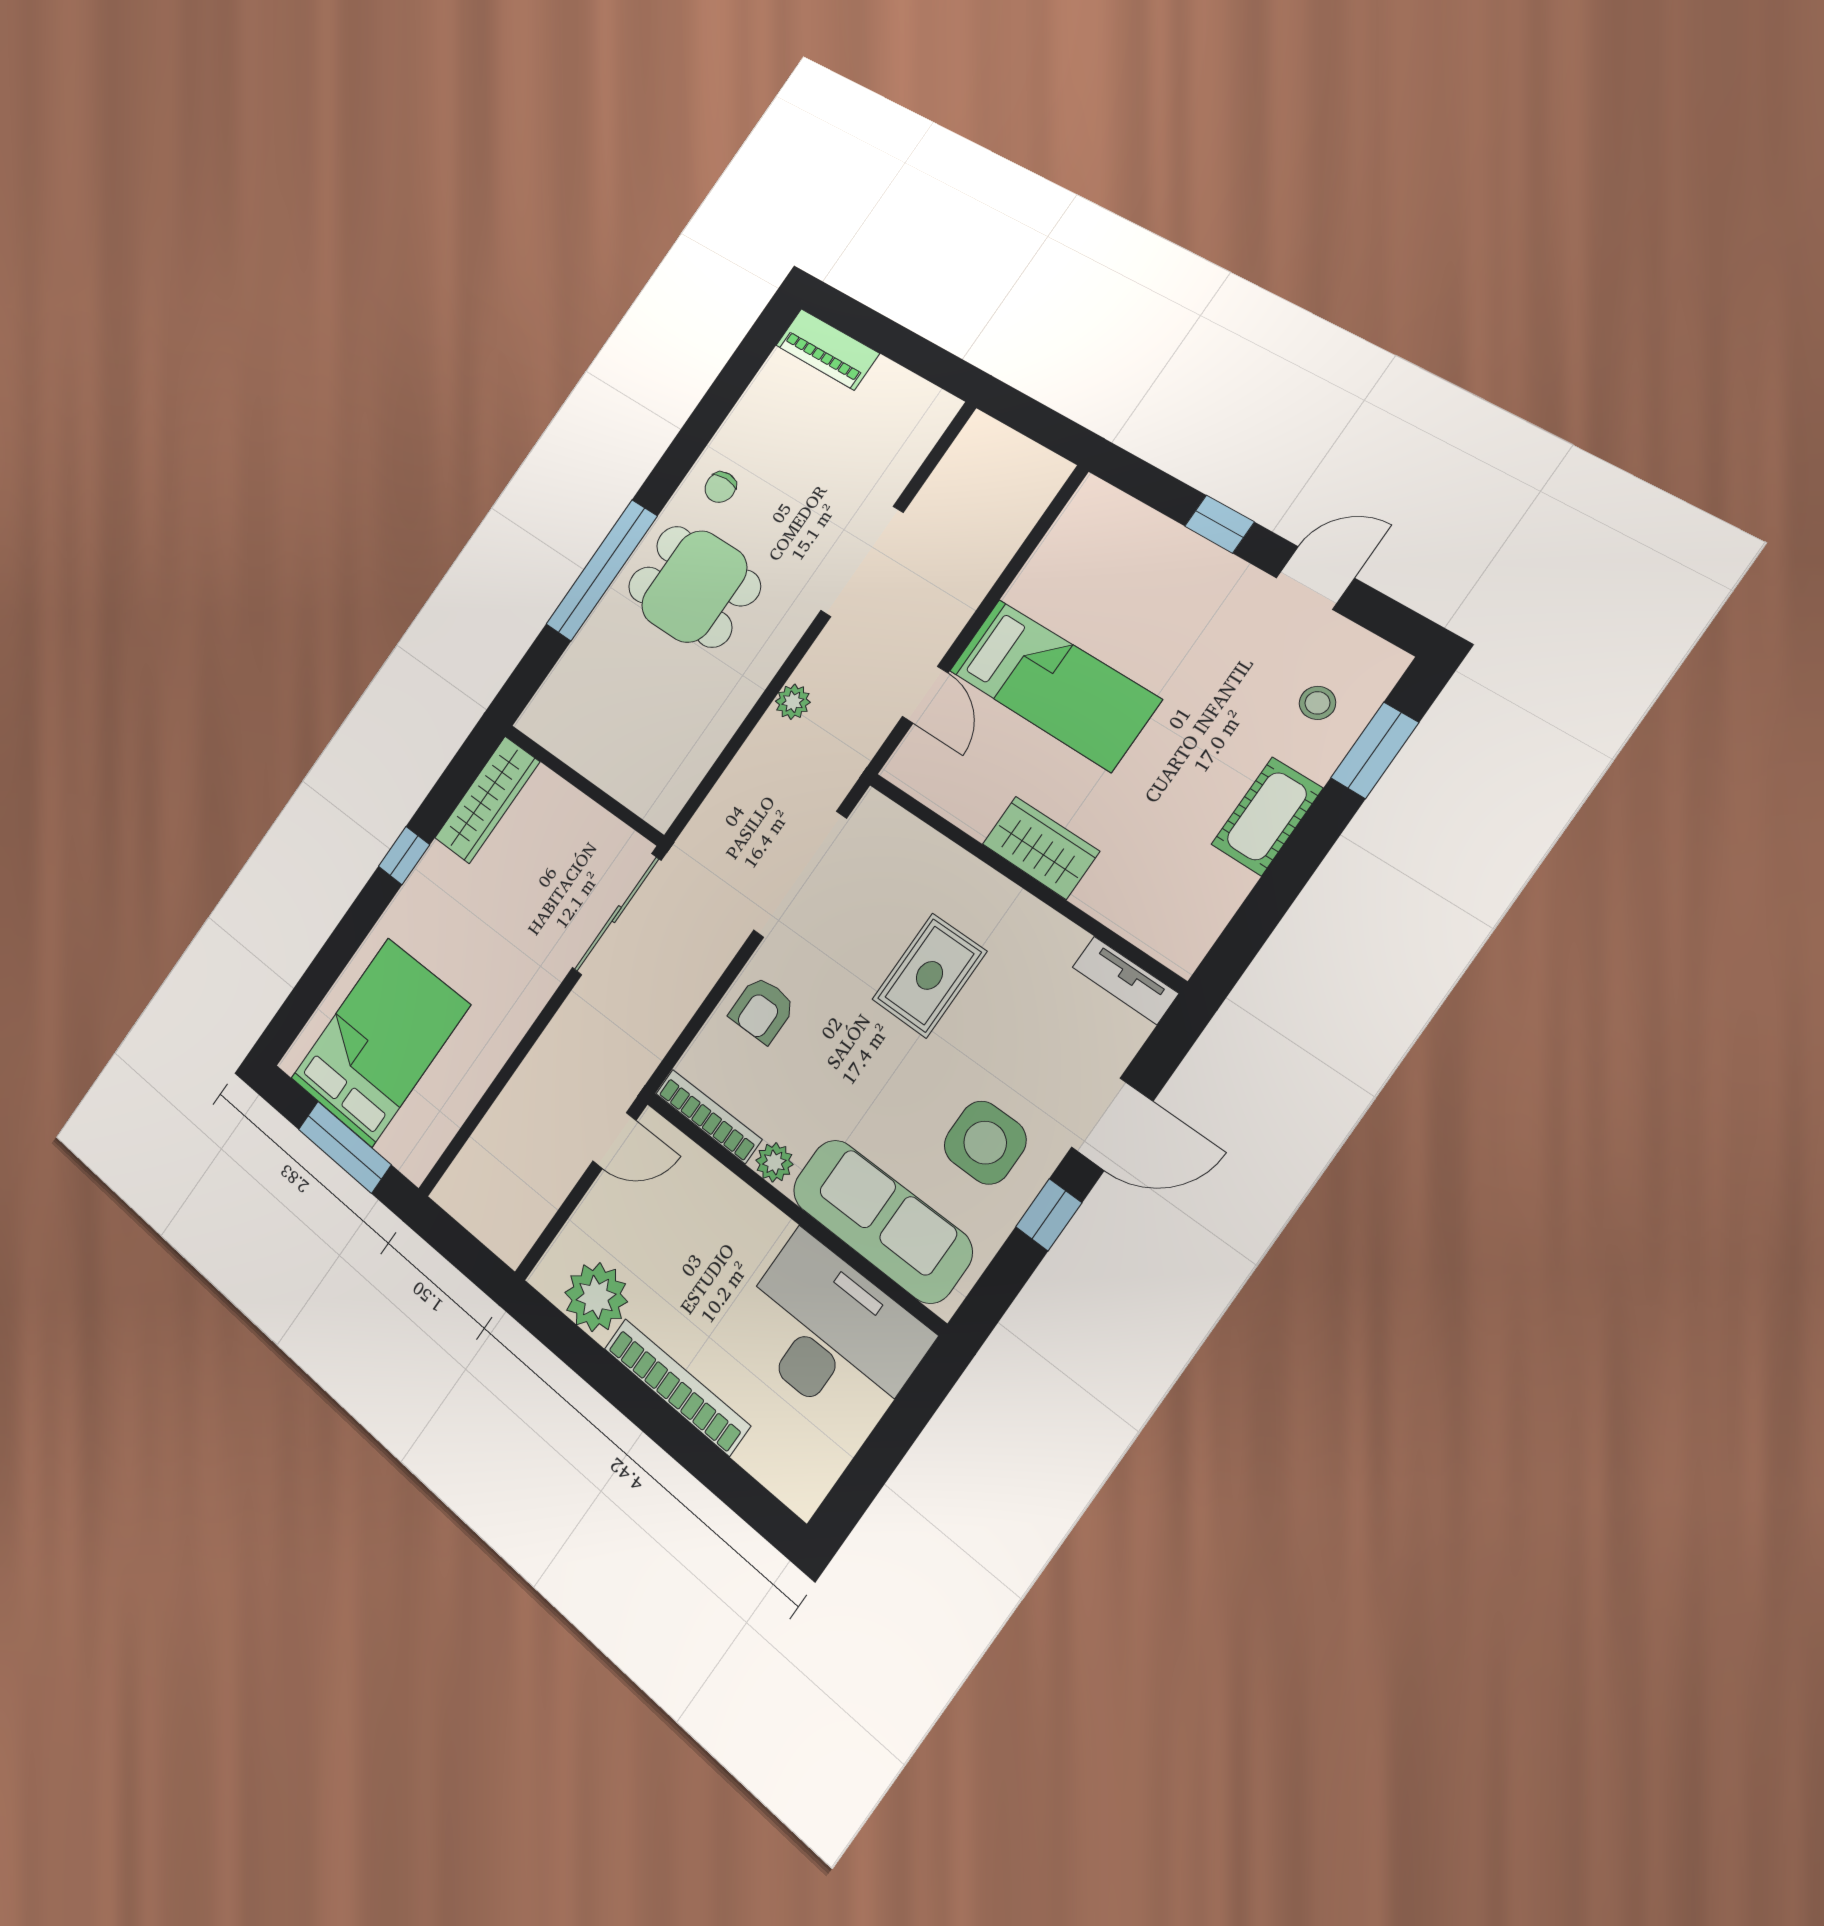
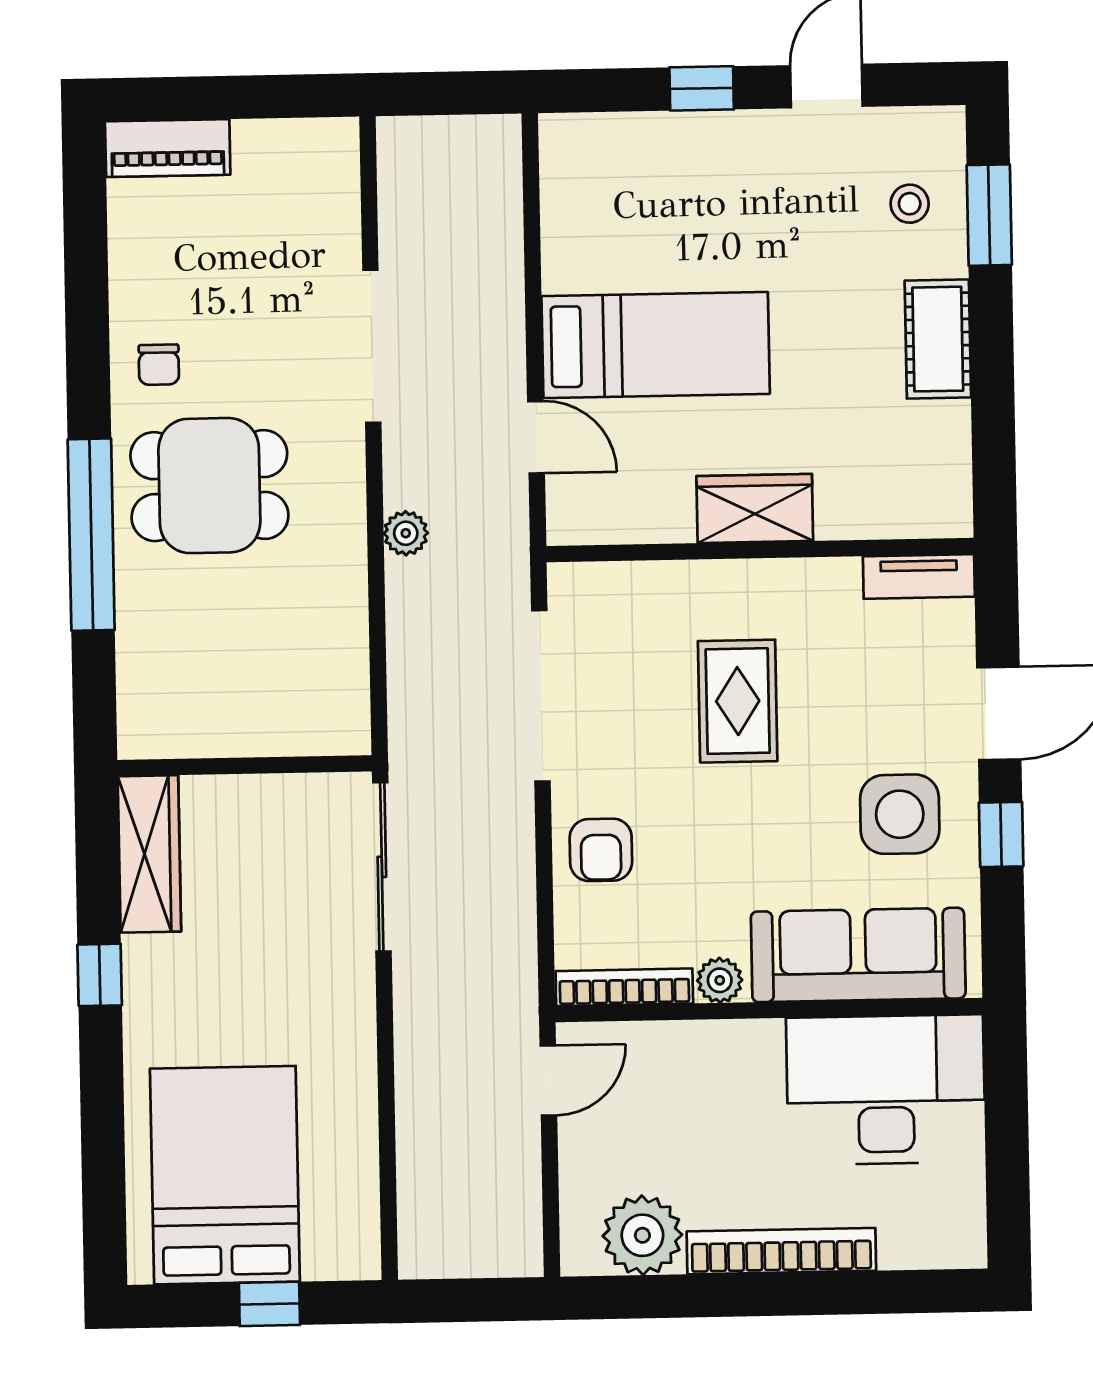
window: (345, 1147) -> (269, 1304), width x0.46

